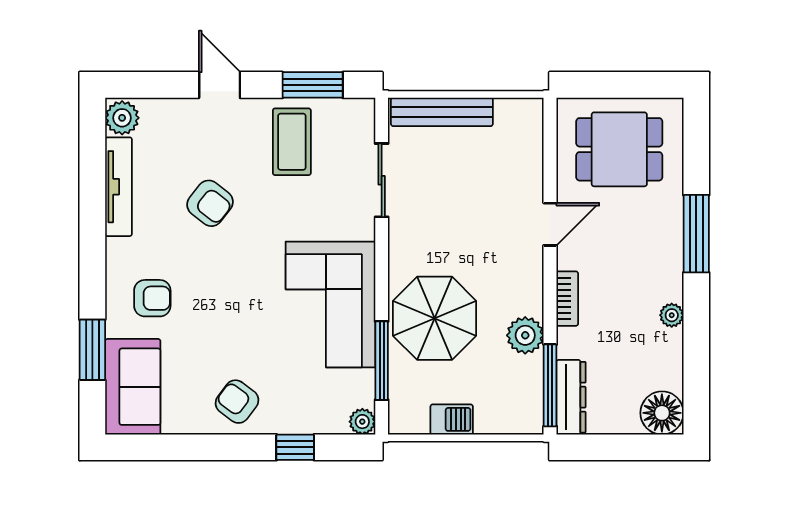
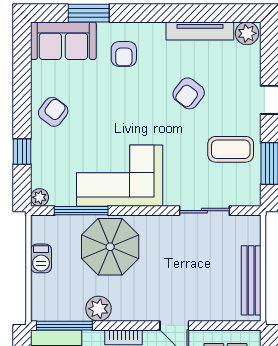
bench: (442, 112) -> (251, 280), moved

